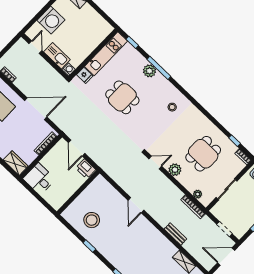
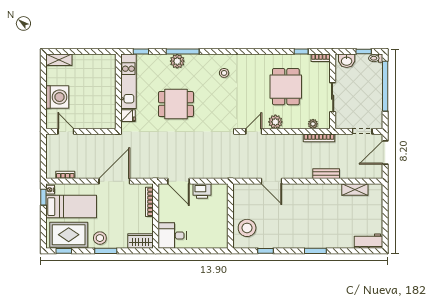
kitchen sink: (57, 56) -> (90, 121), removed
washing machine: (69, 69) -> (110, 123), removed
wall: (78, 192) -> (230, 216), moved

